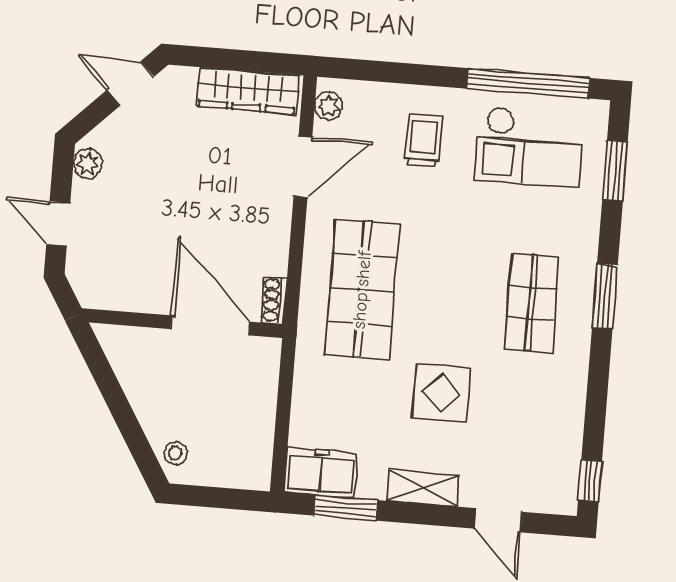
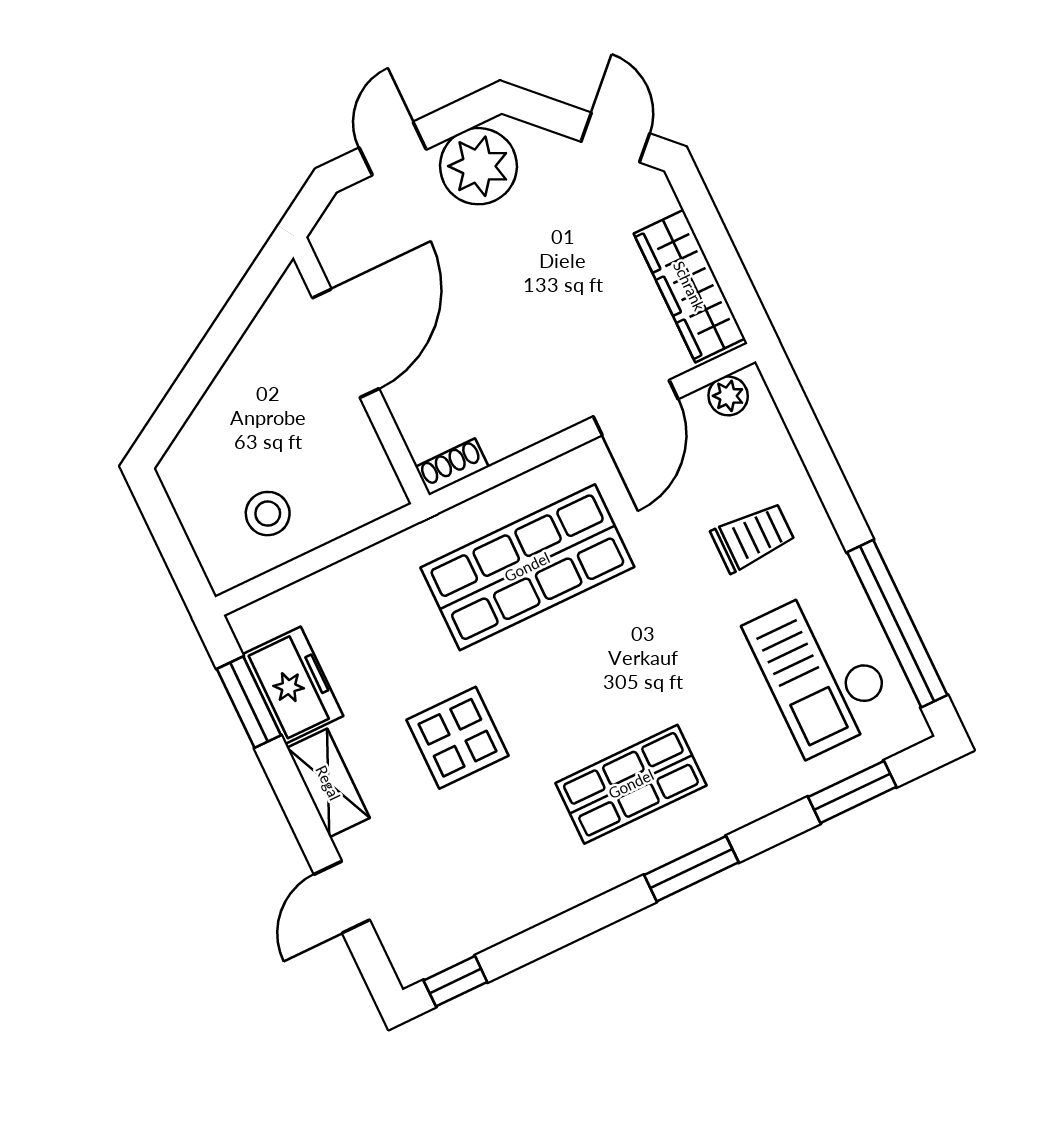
plant: (88, 164) -> (479, 166), width x1.87, depth x1.87
door: (303, 167) -> (636, 408), hinge flipped
door: (210, 325) -> (346, 343), moved
stool: (175, 453) -> (268, 514), moved, width x1.37, depth x1.37
freezer: (321, 473) -> (293, 685), moved

